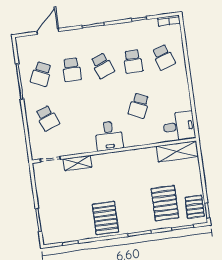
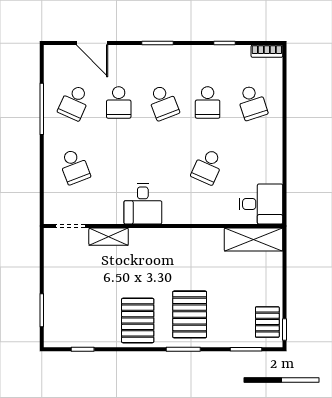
door: (48, 31) -> (92, 43), swing flipped
desk: (109, 136) -> (143, 204), moved
pallet: (165, 203) -> (190, 314), moved

